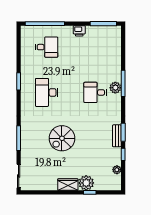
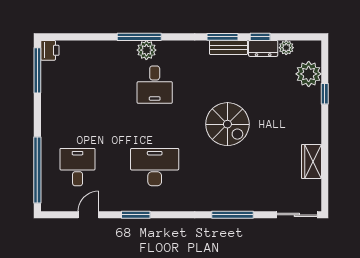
printer: (79, 31) -> (50, 50), moved
door: (19, 53) -> (88, 215), added
desk: (47, 92) -> (155, 167), turned 180
spiral stairs: (62, 138) -> (227, 124), moved
dresser: (116, 156) -> (263, 48), added
plant: (86, 183) -> (309, 74), moved
wardrobe: (68, 185) -> (311, 161), moved

